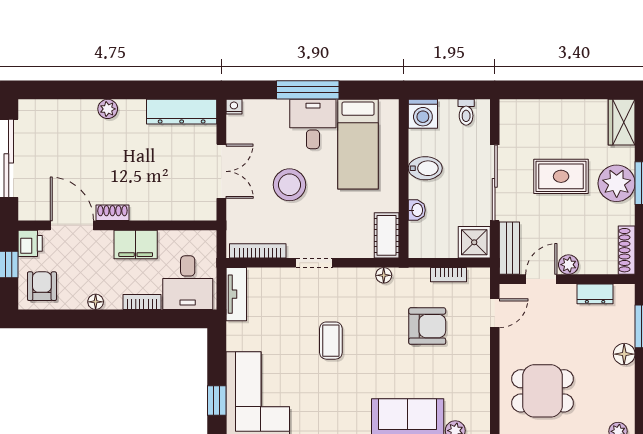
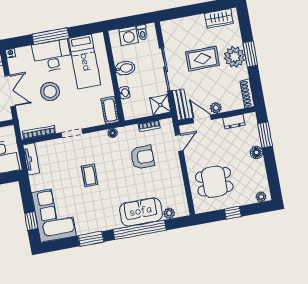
washing machine: (423, 114) -> (129, 36), moved
wardrobe: (622, 122) -> (219, 18), moved, turned -90
desk: (313, 124) -> (52, 56), width x1.37
door: (541, 279) -> (202, 119), hinge flipped

